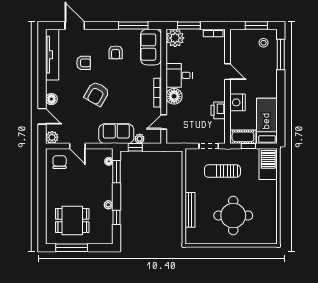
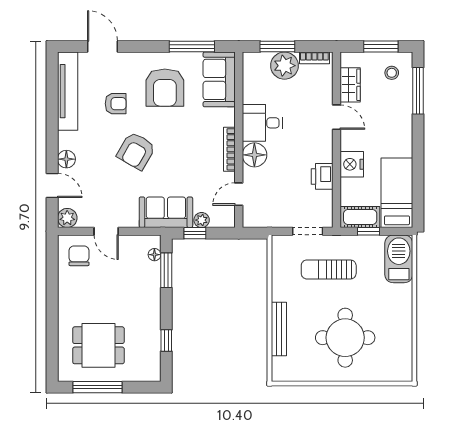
plant: (175, 38) -> (284, 66), moved
wardrobe: (236, 51) -> (350, 85), added
armchair: (116, 52) -> (165, 88), width x1.88, depth x1.88
plant: (108, 205) -> (154, 321), removed

